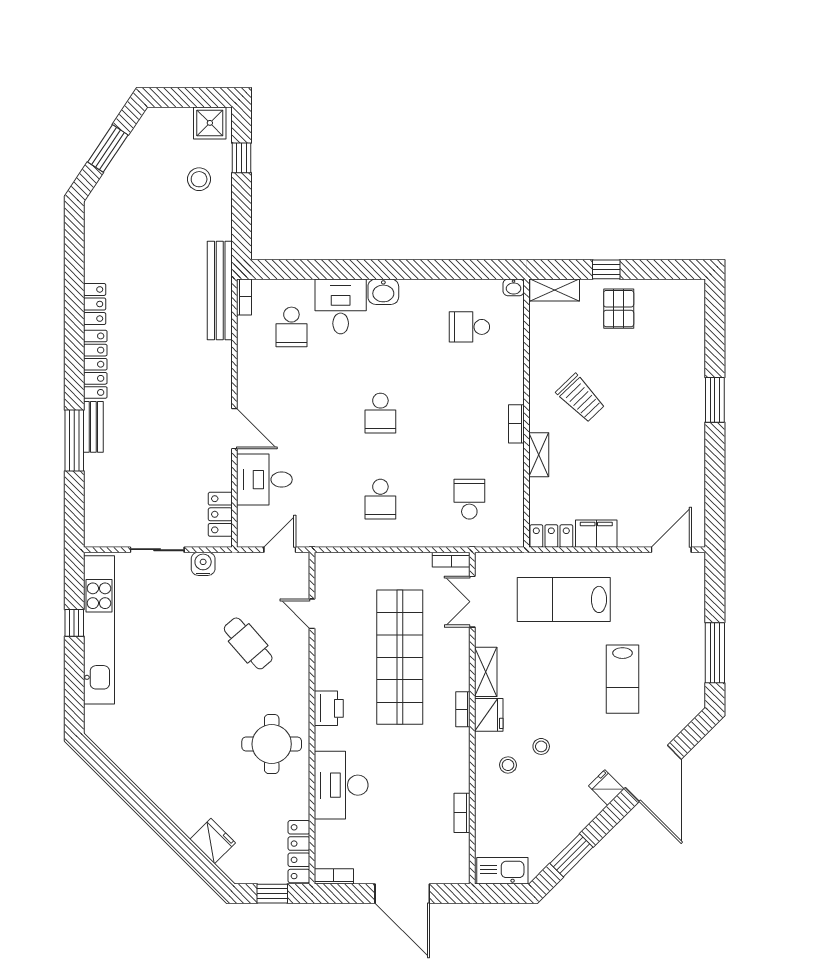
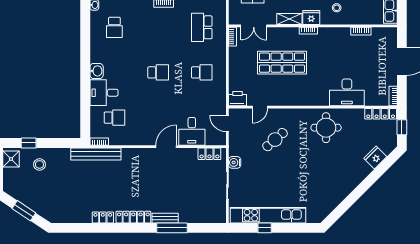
school desk: (469, 499) -> (202, 27), width x1.85
shop shelf: (400, 657) -> (282, 63), width x0.71
printer: (329, 708) -> (237, 99), moved

